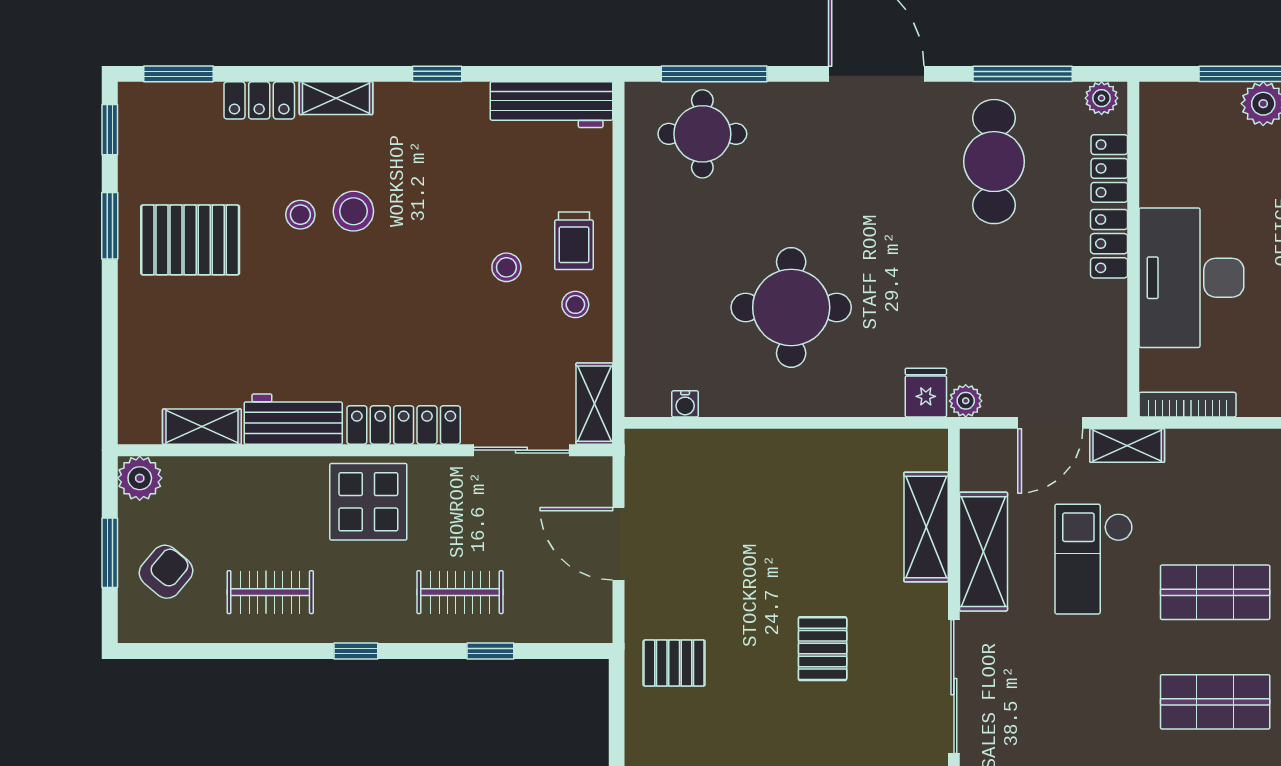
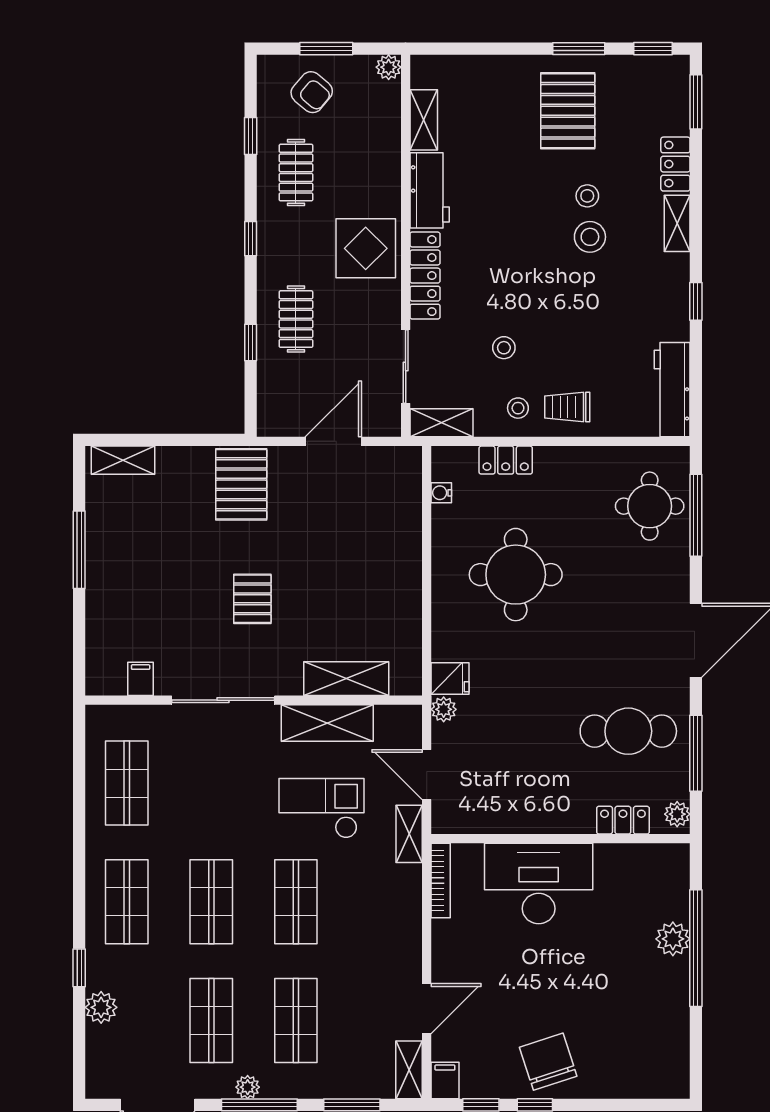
locker: (1109, 244) -> (506, 460), moved, turned 180
stool: (506, 267) -> (504, 348), moved
plant: (140, 478) -> (389, 67), width x0.73, depth x0.73
pallet: (823, 649) -> (252, 599), turned 90
window: (223, 651) -> (251, 136), added
pallet: (674, 663) -> (241, 484), width x1.50, depth x1.42

